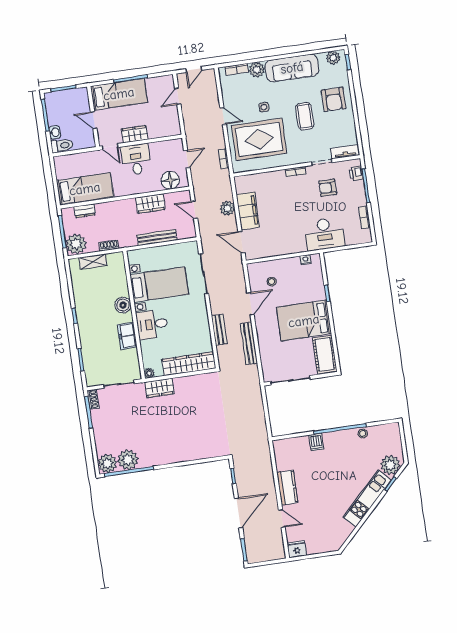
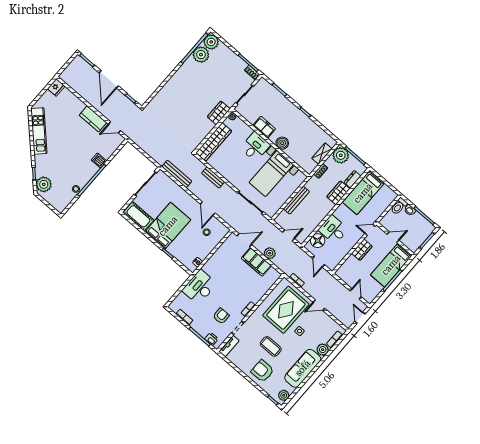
desk: (136, 160) -> (333, 230), moved, turned 180
wardrobe: (150, 204) -> (338, 193), moved
bench: (249, 343) -> (177, 174), moved
kitchen unit: (367, 498) -> (39, 131), moved
door: (282, 519) -> (114, 127), moved

